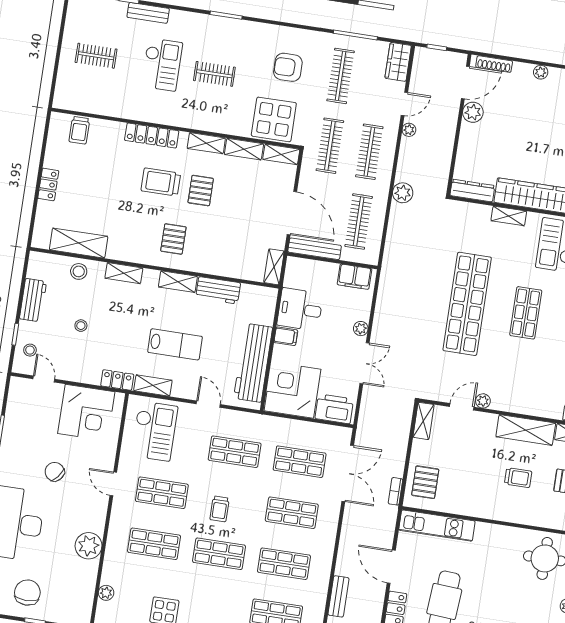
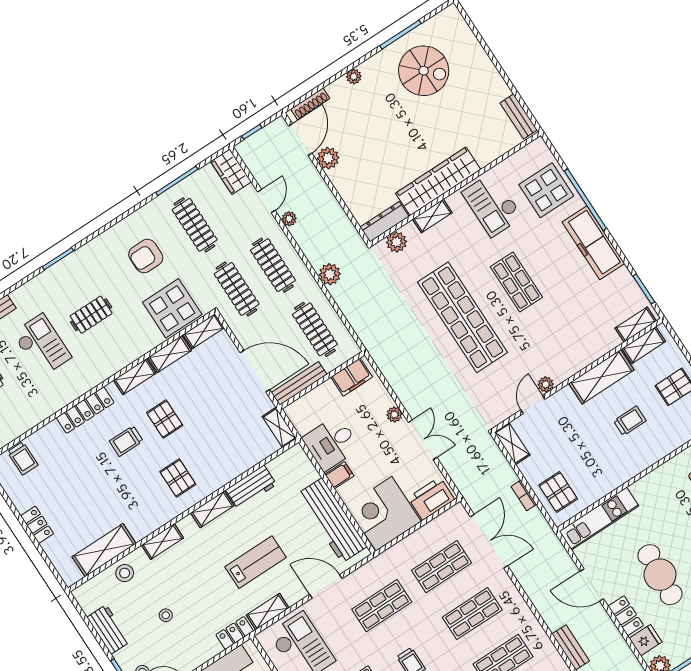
trolley: (161, 182) -> (126, 441), width x0.73, depth x0.72
plant: (468, 212) -> (396, 242), added
door: (208, 404) -> (326, 586), width x1.38
bookcase: (395, 491) -> (524, 495), moved

